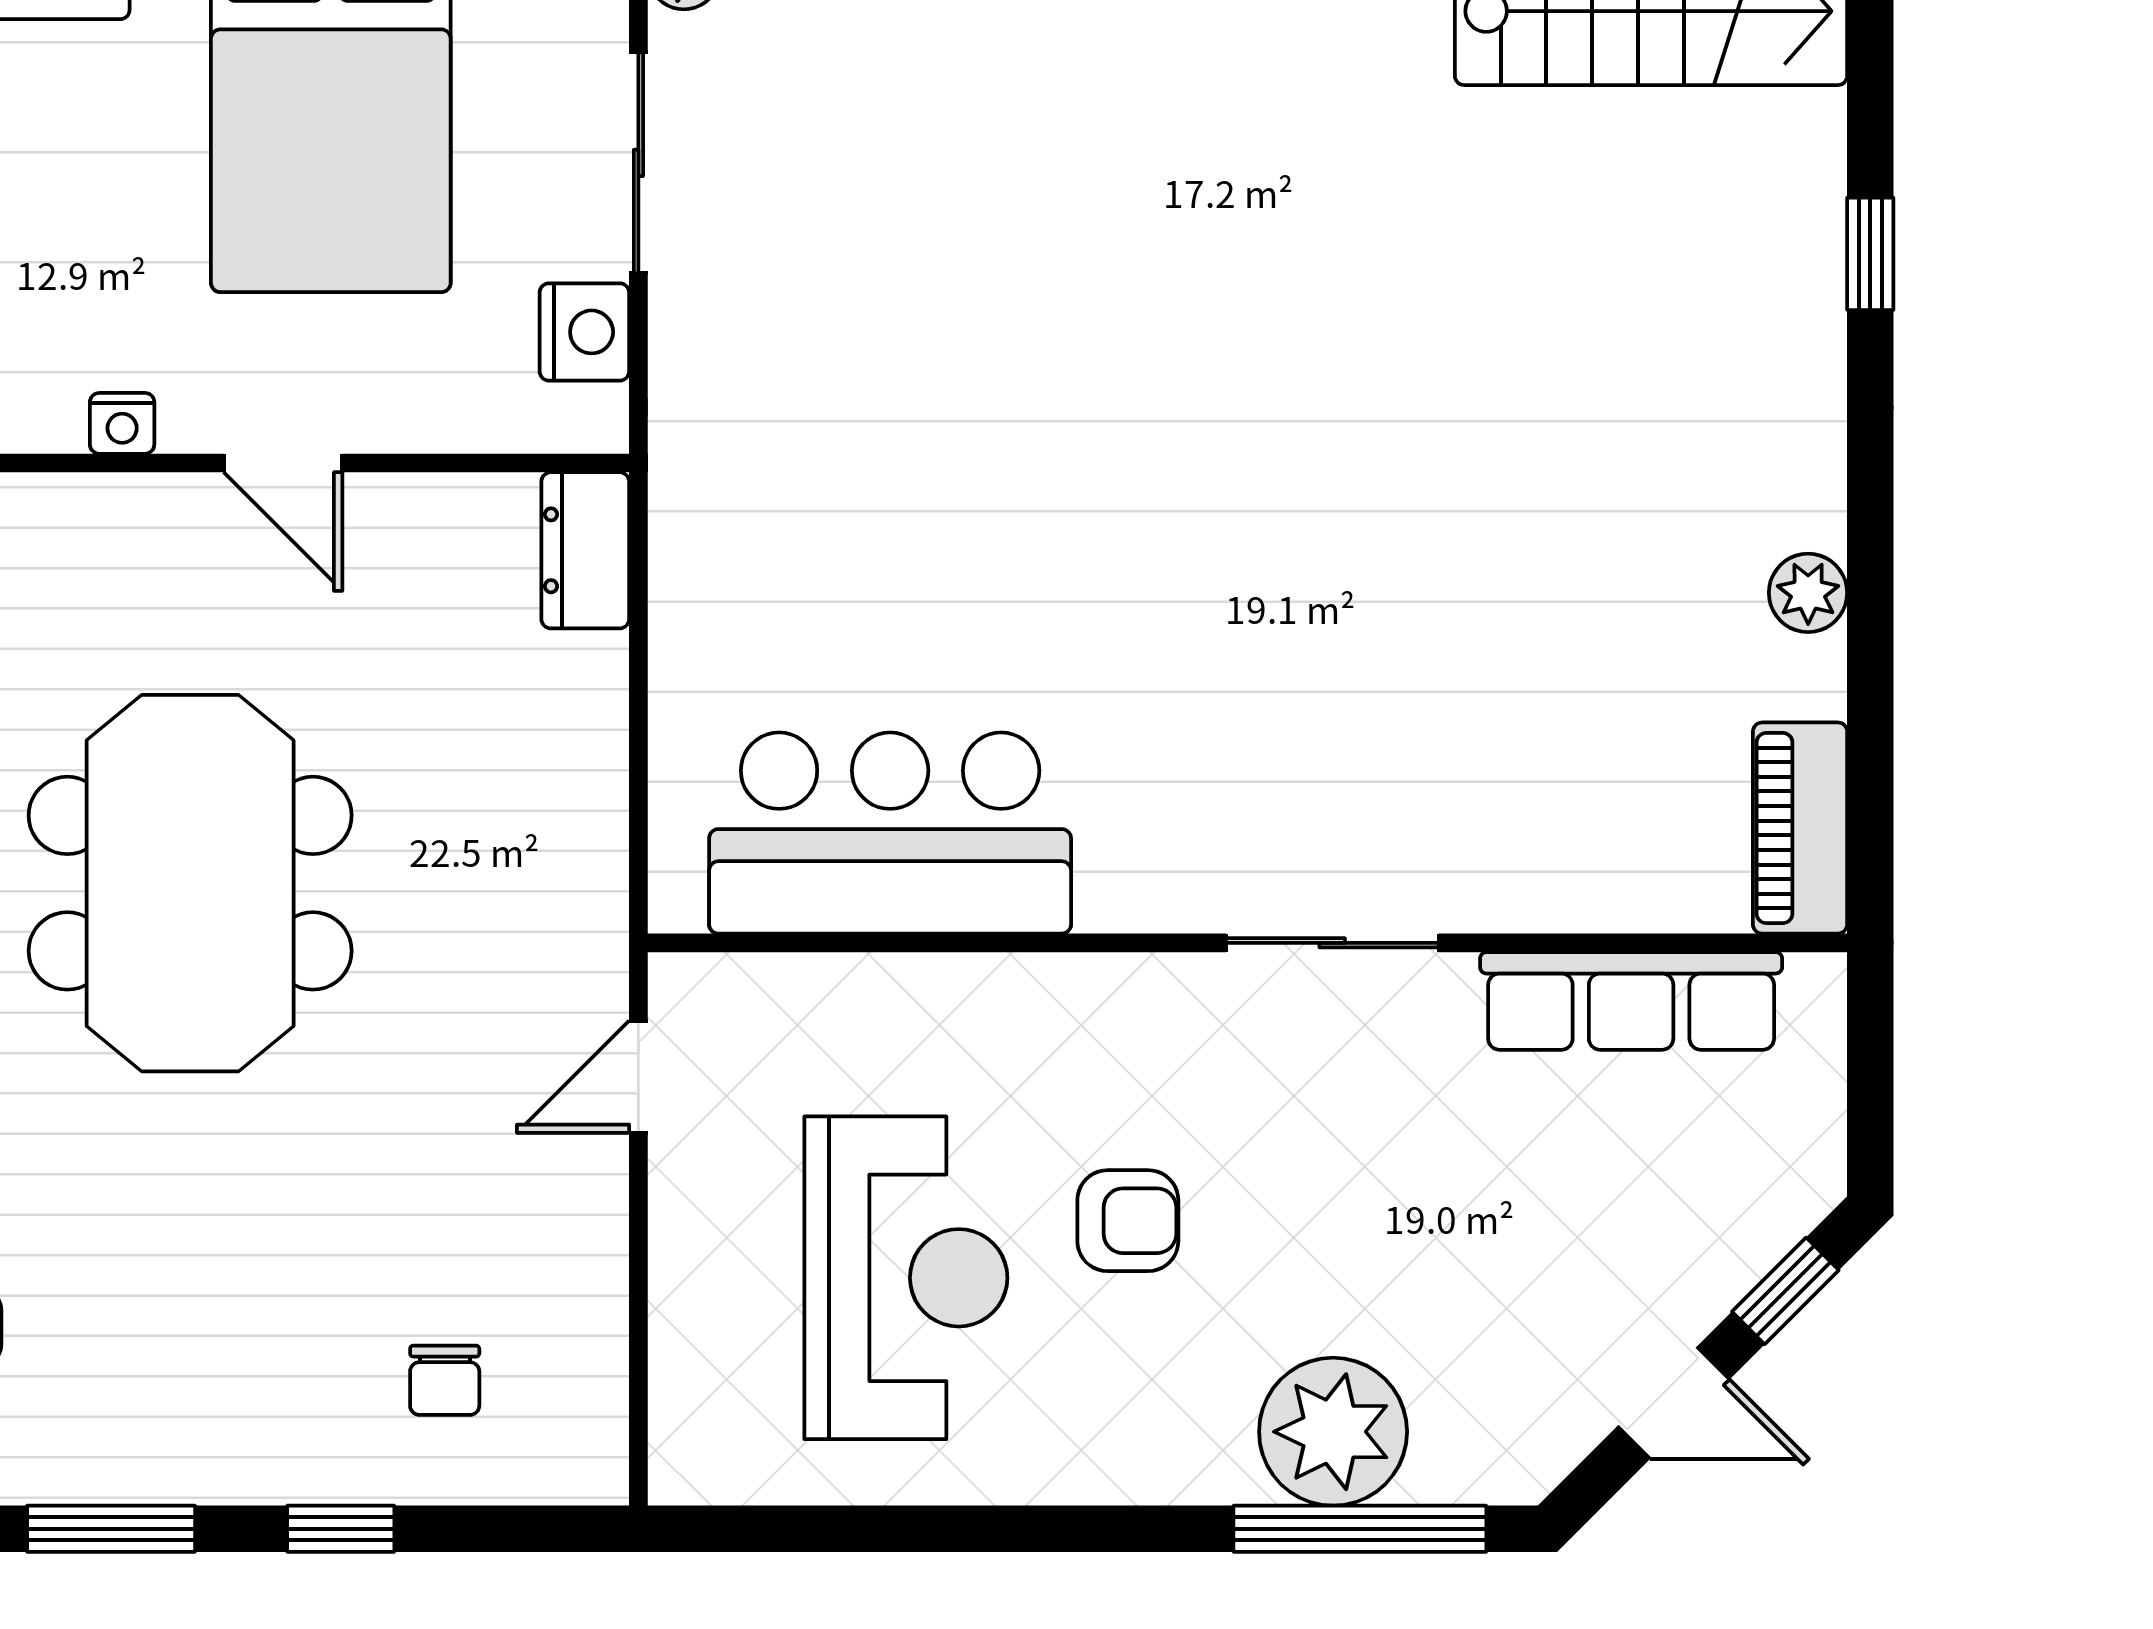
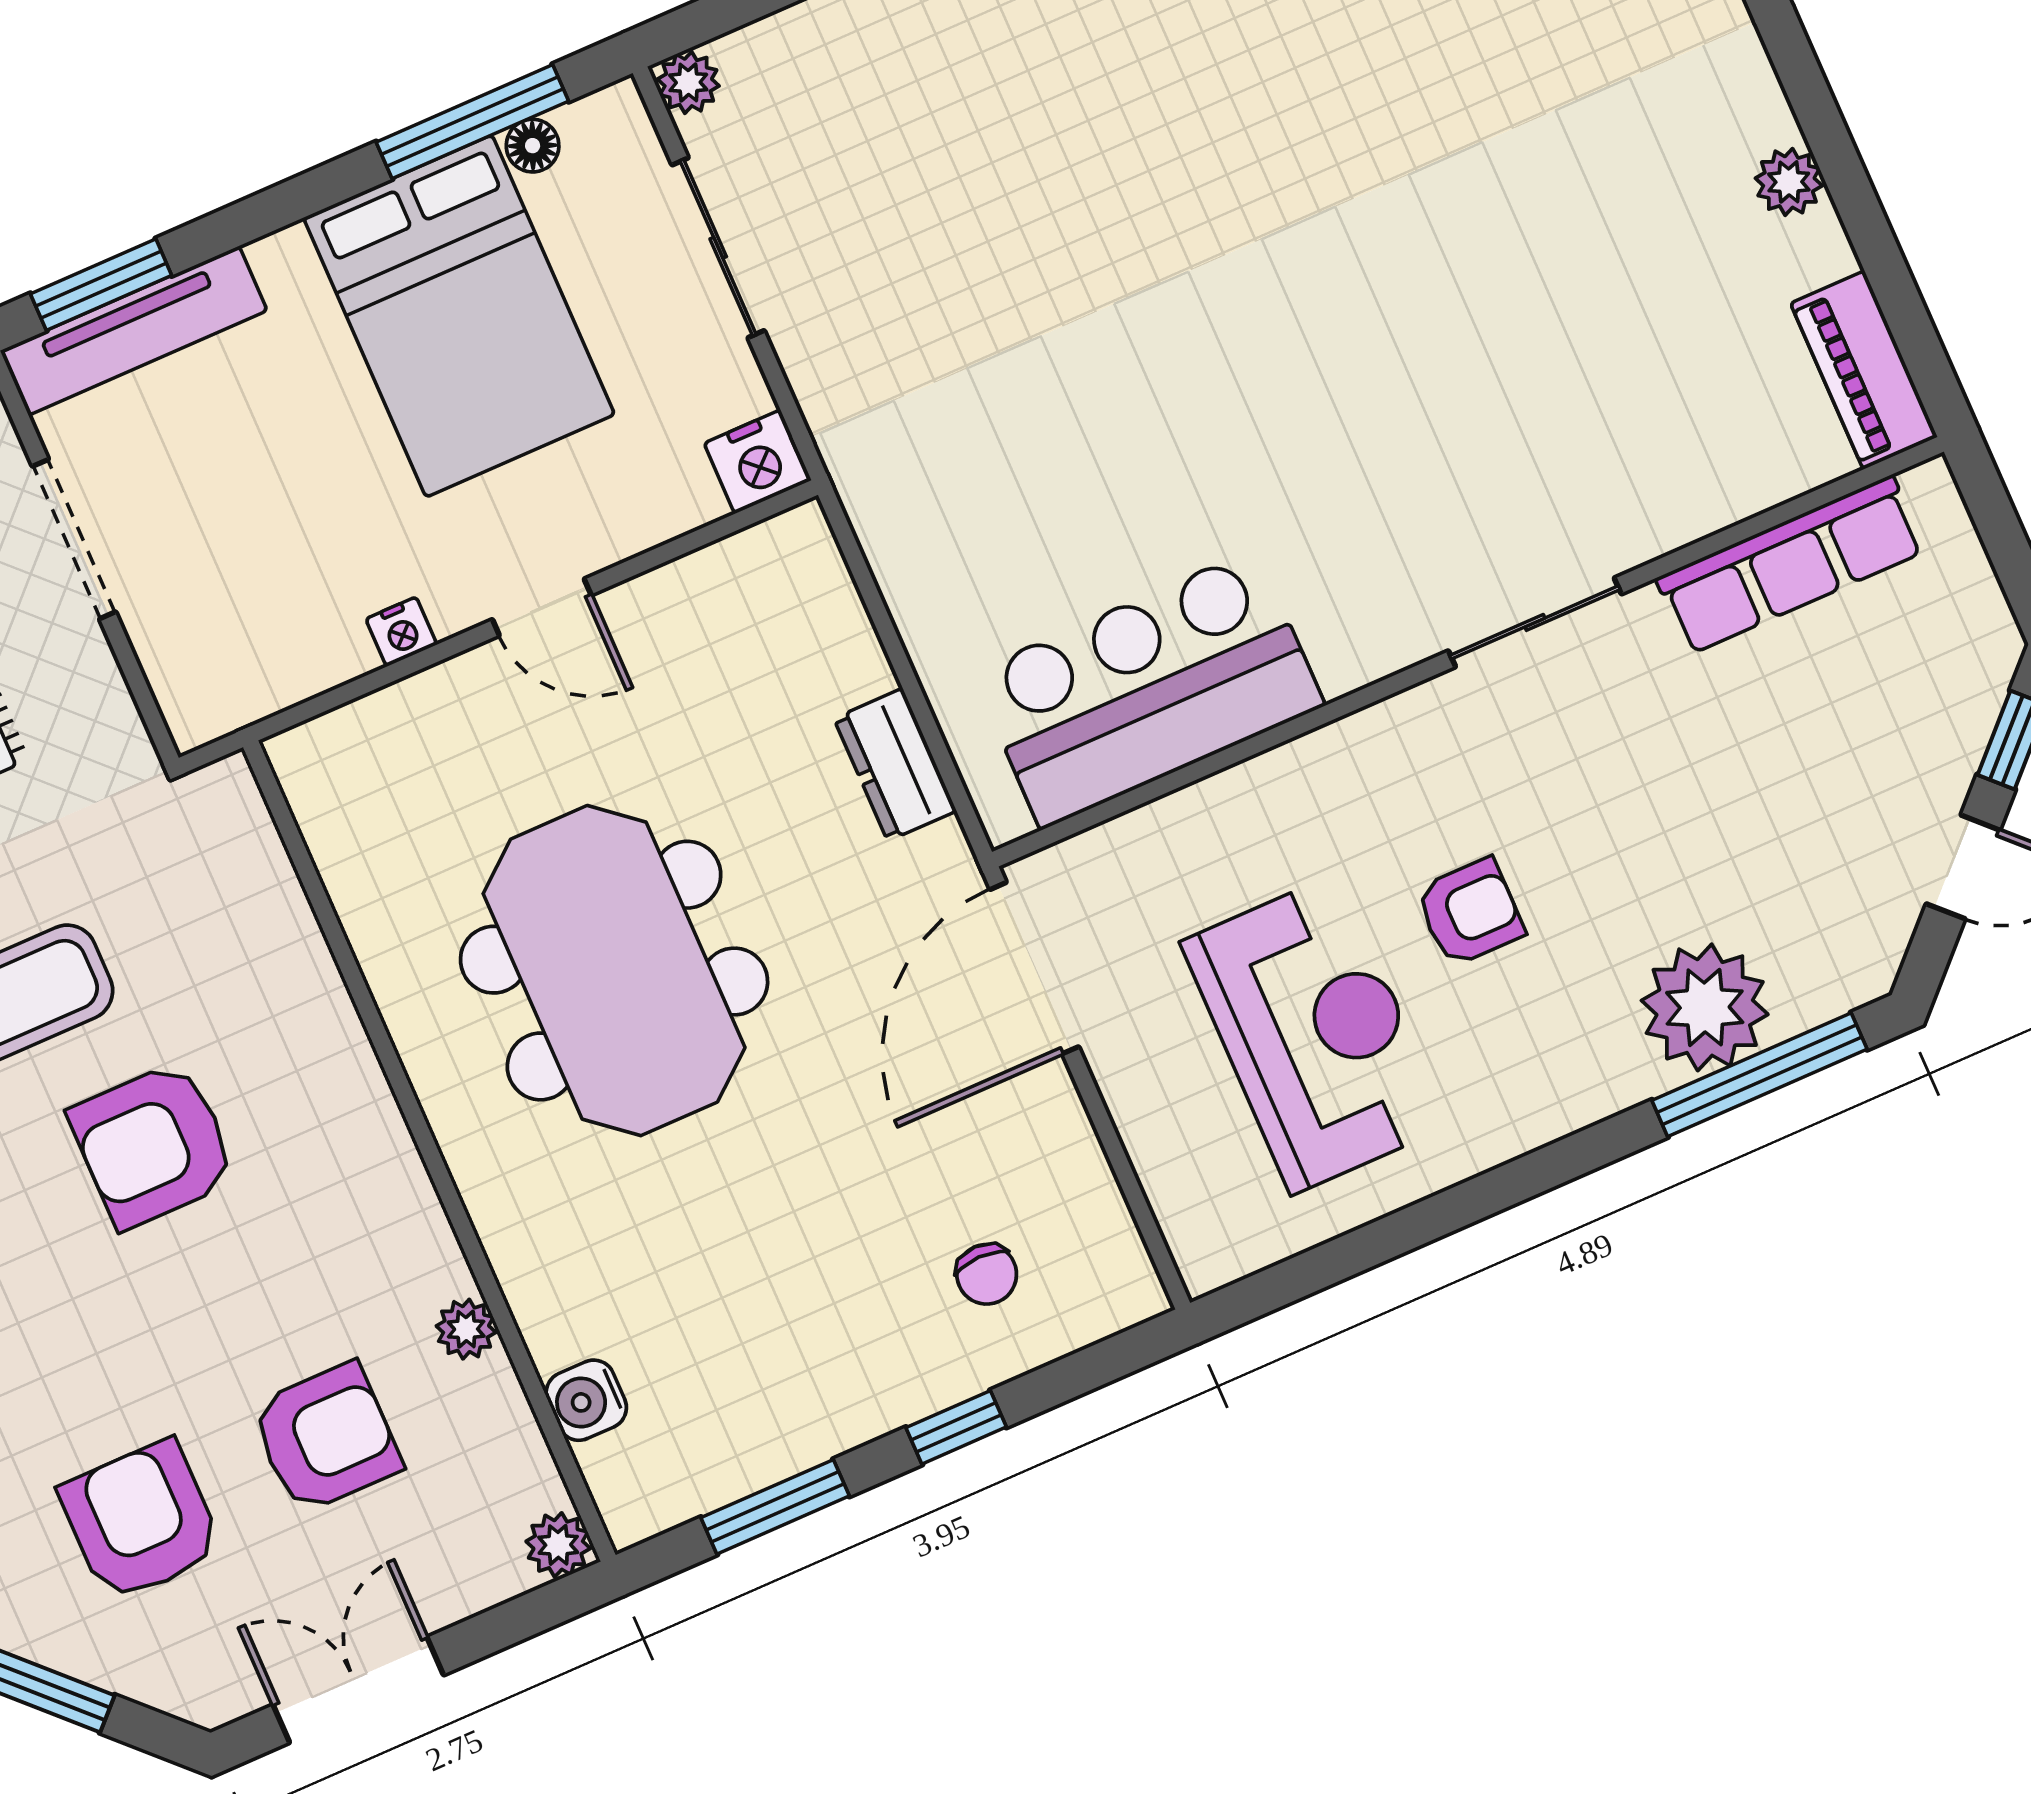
nightstand: (584, 332) -> (758, 462), moved, turned 90
dresser: (585, 550) -> (895, 765), moved
door: (638, 1077) -> (1034, 968), width x1.87

